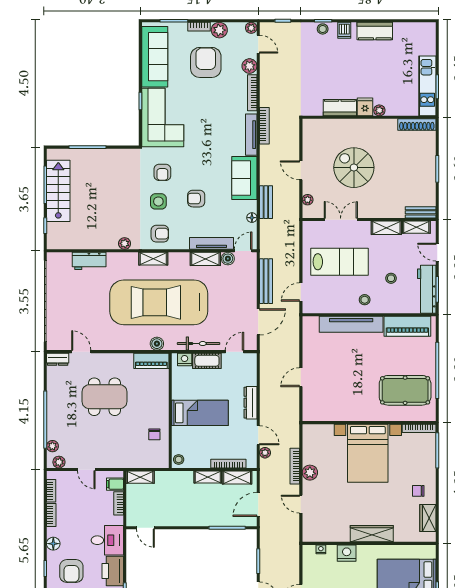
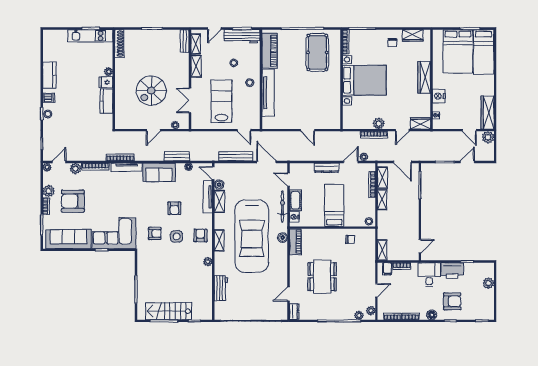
wardrobe: (310, 529) -> (420, 123), added

